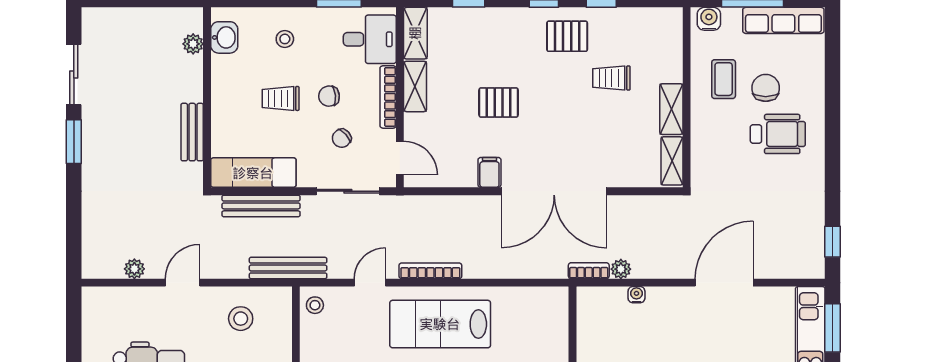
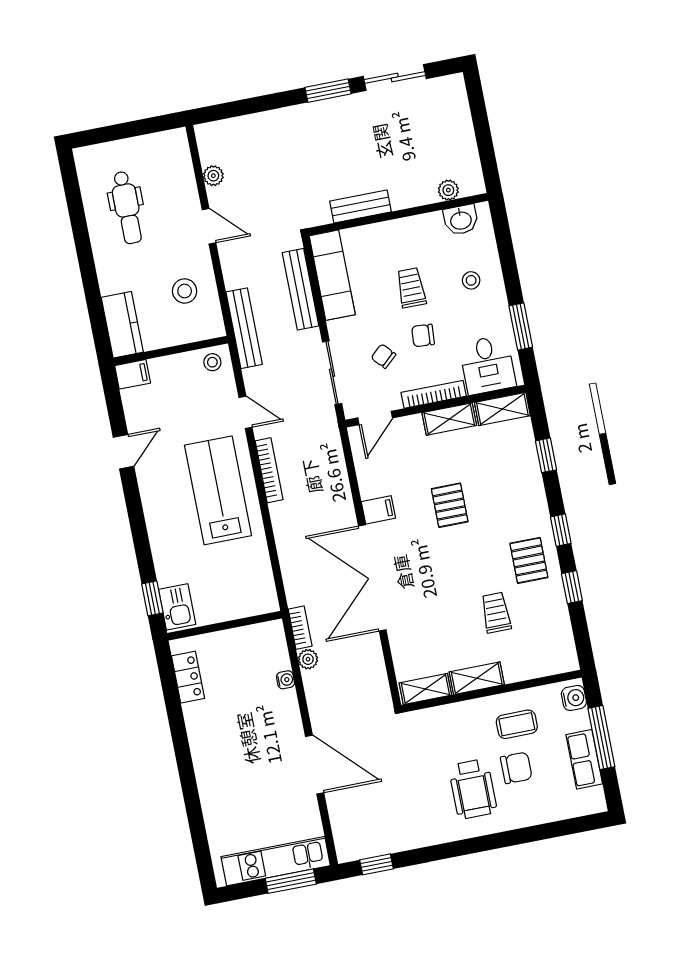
row of seats: (783, 20) -> (584, 759), width x0.68
chair: (329, 96) -> (423, 335), turned -80

